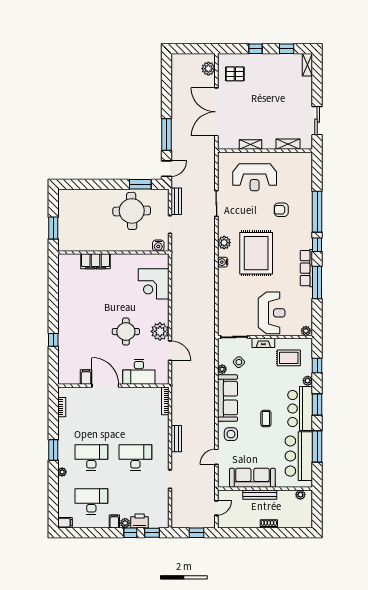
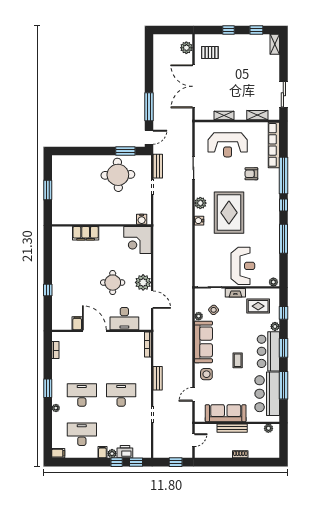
water cooler: (158, 246) -> (142, 219), moved
wall: (113, 253) -> (101, 225), moved
filing cabinet: (96, 261) -> (86, 233), moved
row of seats: (306, 268) -> (274, 145), moved, width x1.36

